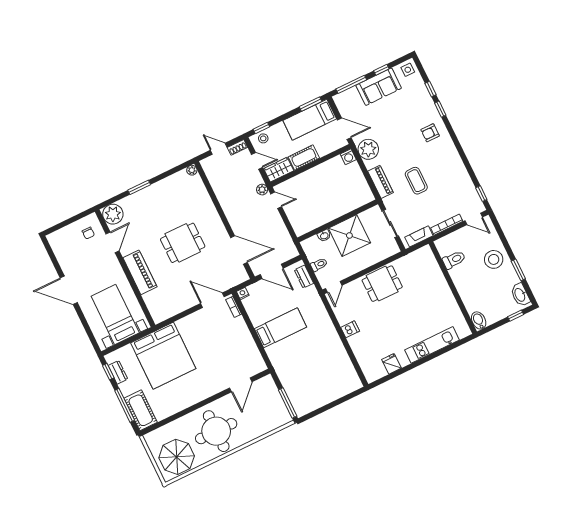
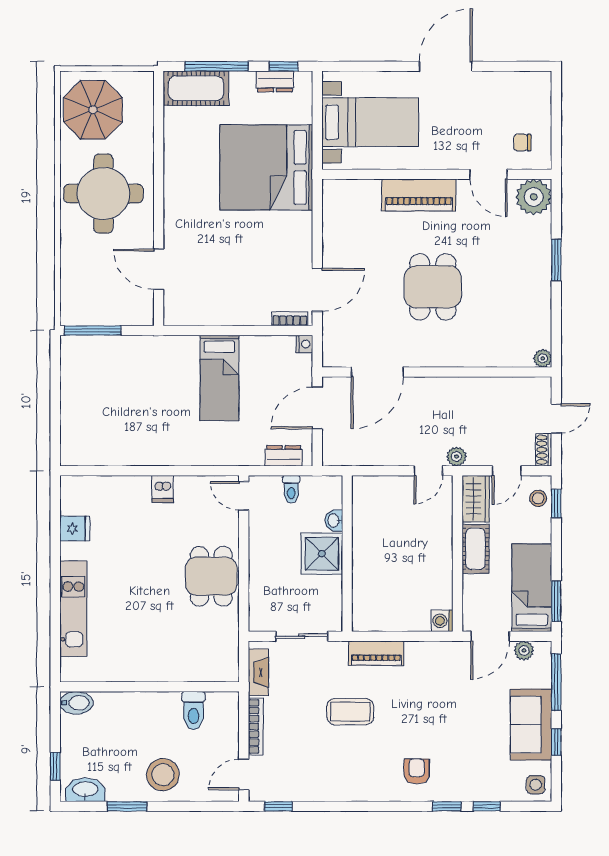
plant: (368, 149) -> (524, 651), moved, width x0.53, depth x0.53
shower: (349, 235) -> (322, 554), width x0.73, depth x0.73

